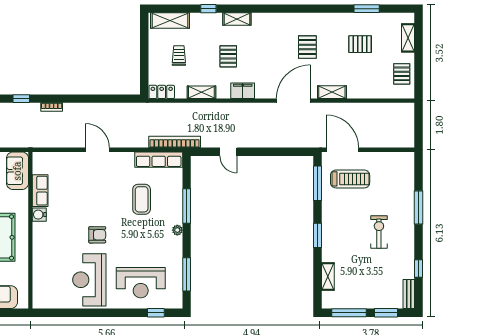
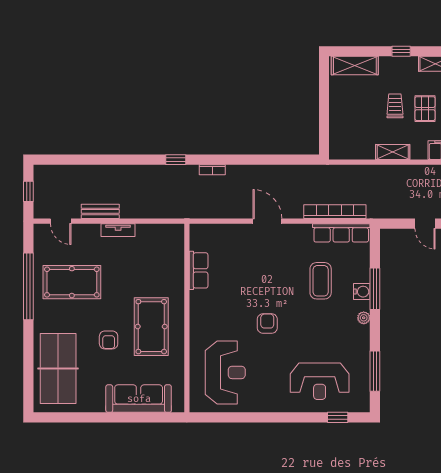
trolley: (179, 56) -> (395, 106), moved
locker: (162, 92) -> (345, 152), removed
bookcase: (175, 142) -> (335, 212), moved
sofa: (17, 171) -> (171, 246), removed
water cooler: (39, 215) -> (362, 292), moved, turned 180
armchair: (97, 235) -> (267, 323), turned -90
reception desk: (89, 280) -> (225, 372), moved, turned 180

